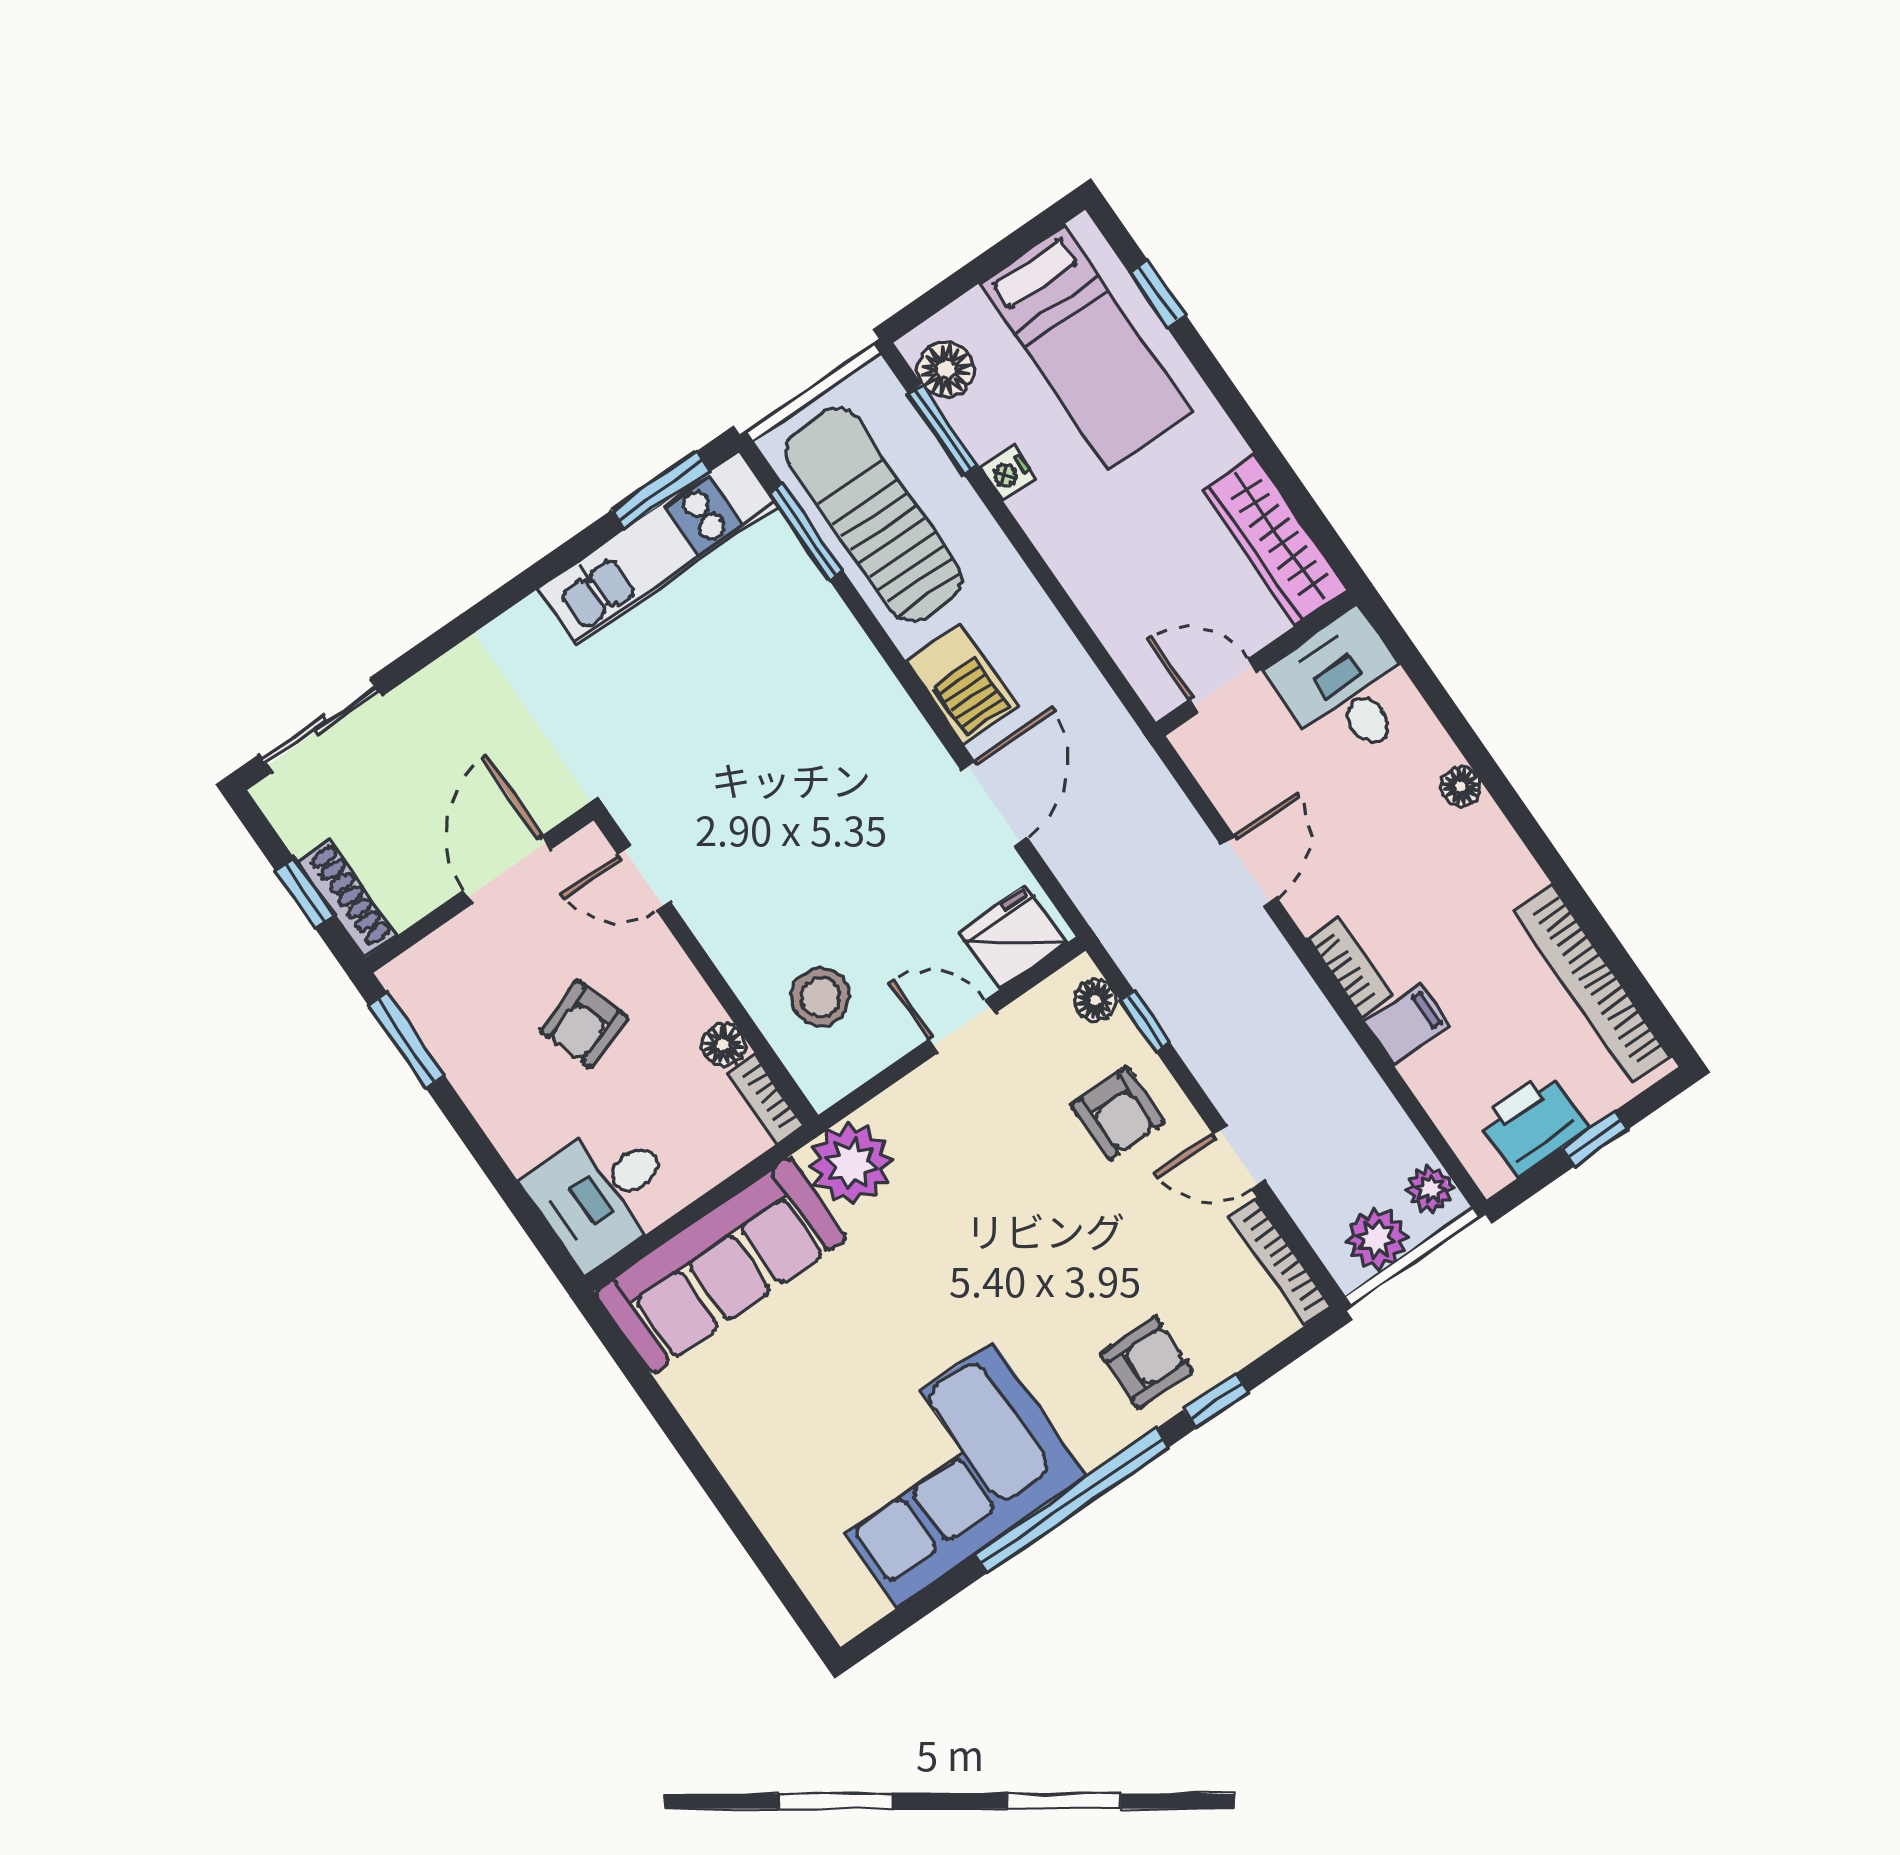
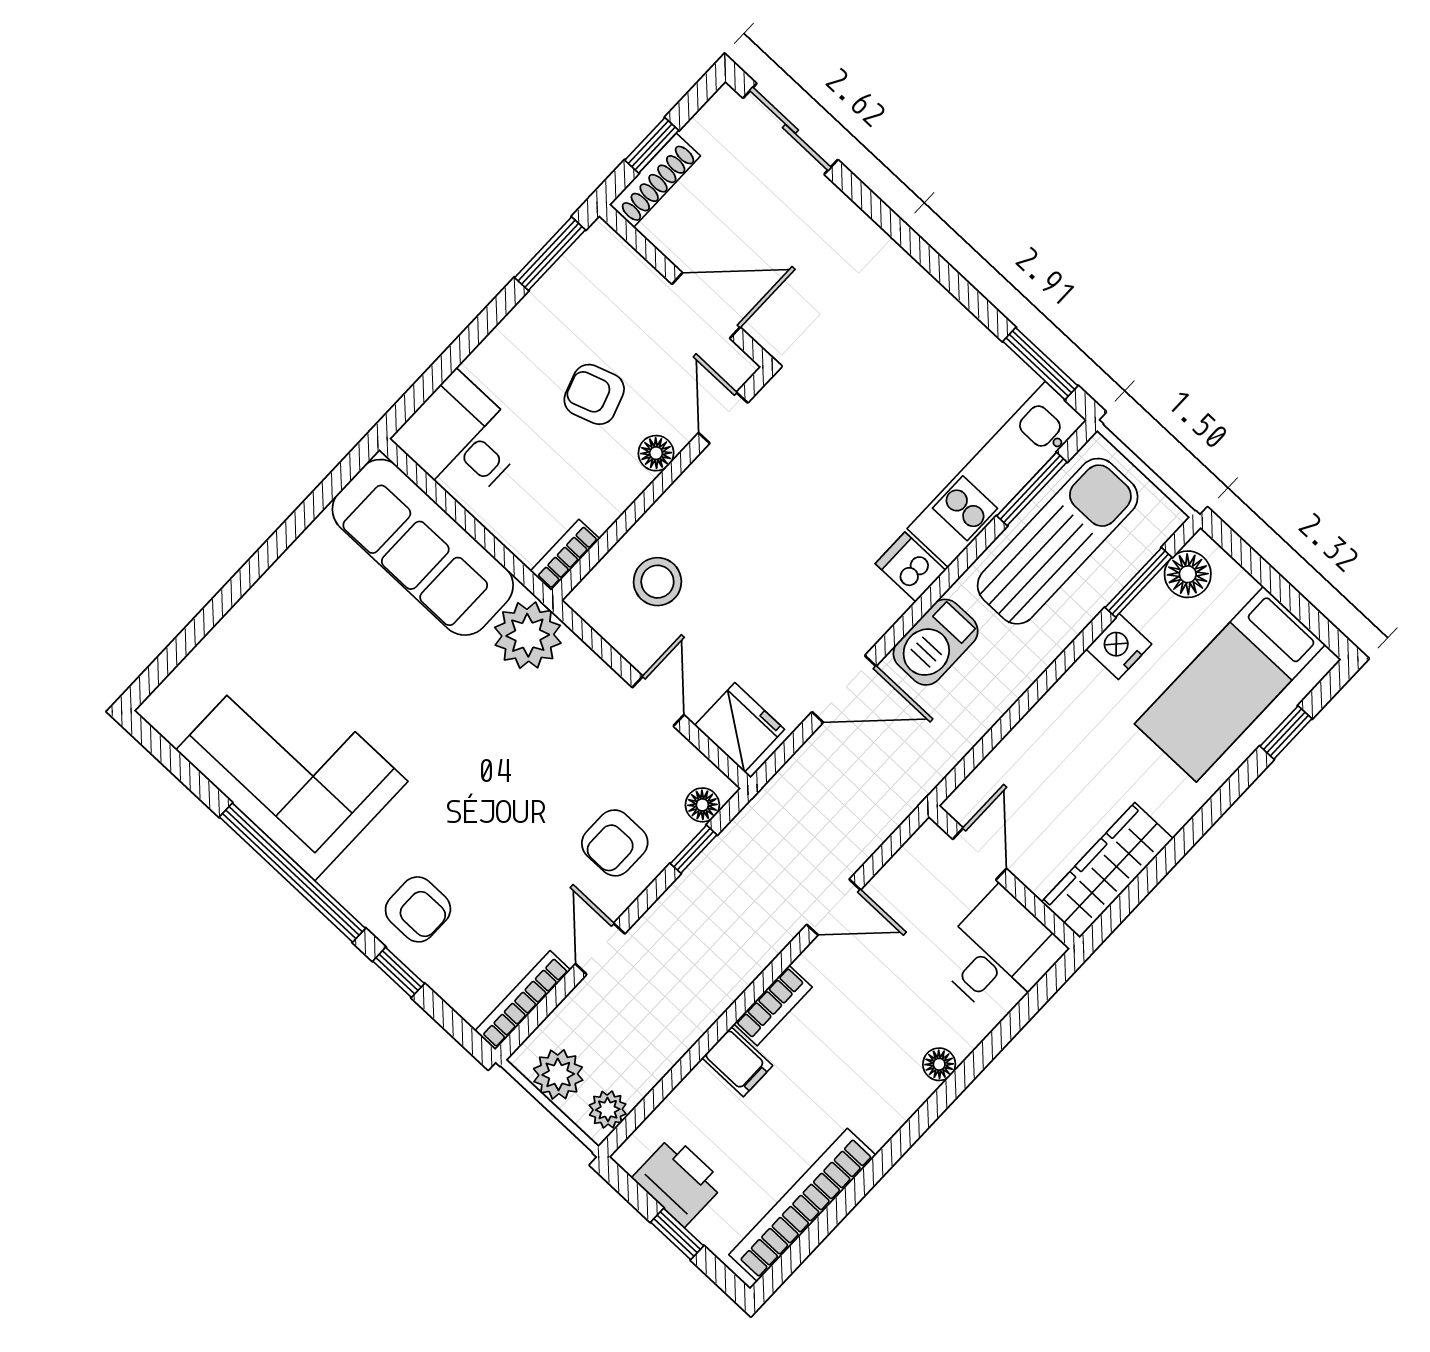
nightstand: (1008, 473) -> (1119, 647), width x1.39, depth x1.35
kitchen unit: (658, 547) -> (997, 474), moved, turned 90
dishwasher: (867, 695) -> (910, 567), added
floor lamp: (723, 1045) -> (656, 453), moved

